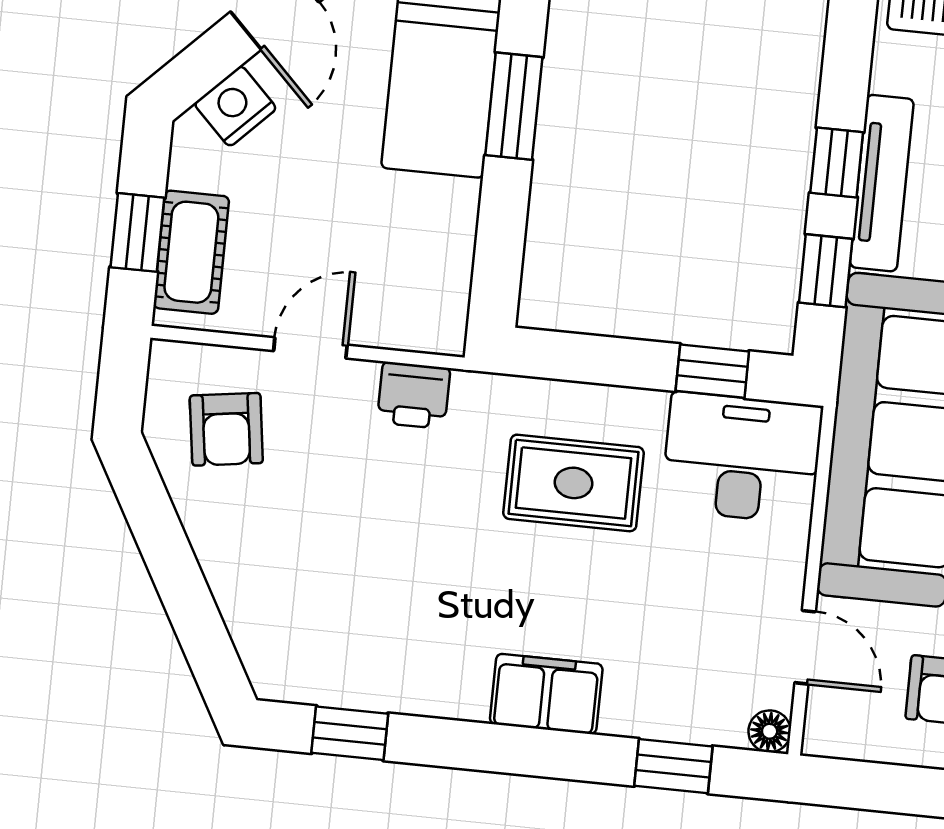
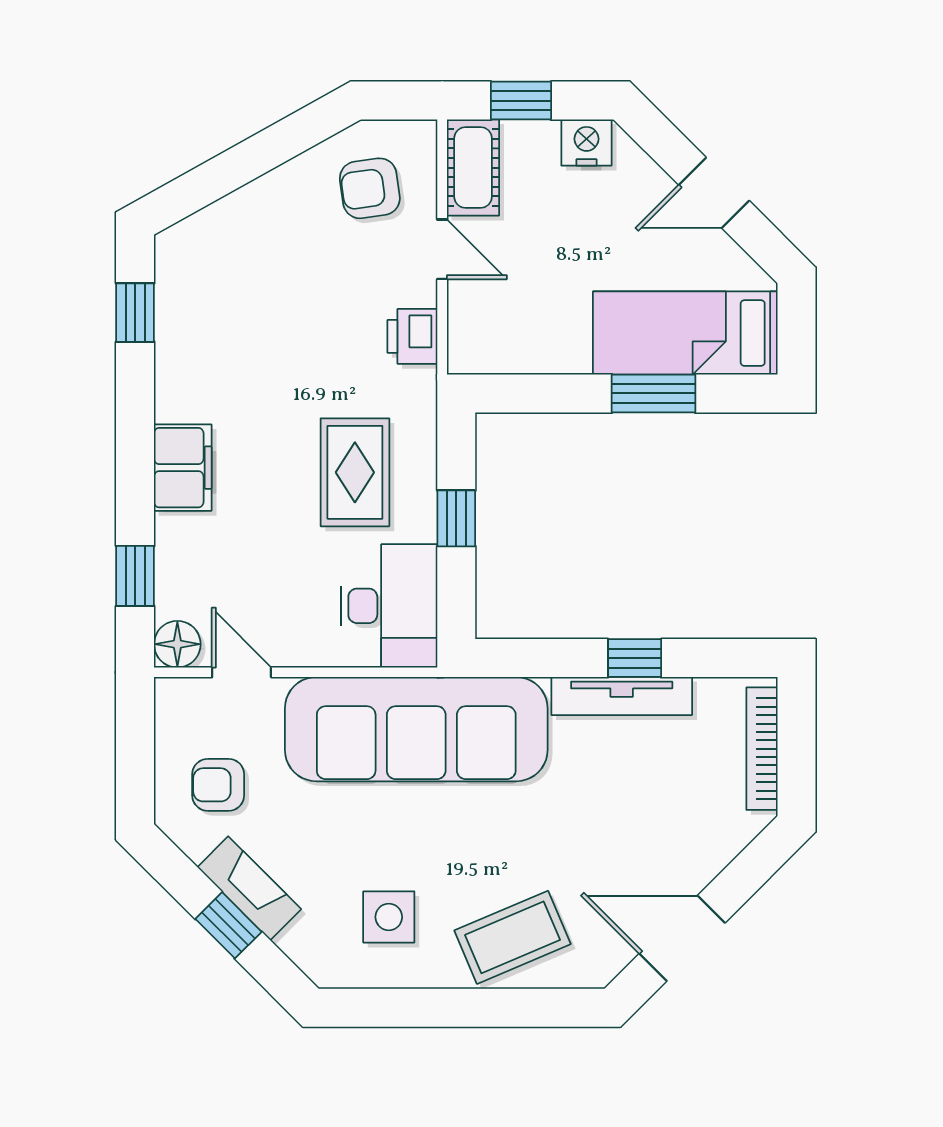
nightstand: (235, 106) -> (586, 143), moved, turned -45
cot: (191, 252) -> (473, 168), moved, turned 90
window: (826, 271) -> (546, 658), removed
window: (712, 371) -> (456, 518), moved
door: (805, 647) -> (242, 672), swing flipped
floor lamp: (770, 731) -> (177, 644), width x1.37, depth x1.37

